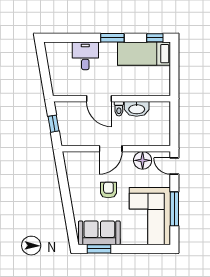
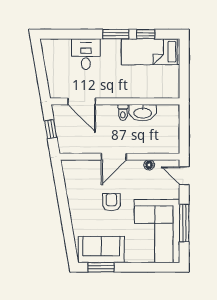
window: (155, 38) -> (146, 34), moved
door: (99, 99) -> (82, 101), moved
floor lamp: (143, 160) -> (149, 165), width x0.53, depth x0.53

